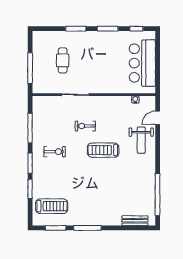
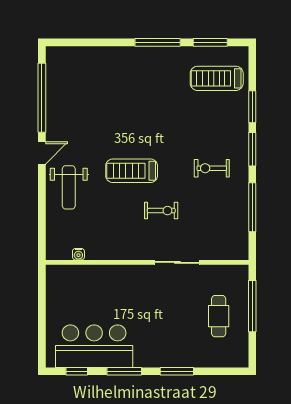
cafe table: (63, 60) -> (219, 316), moved
bar counter: (142, 63) -> (94, 346), moved, turned -90
door: (158, 118) -> (42, 153), moved
weight bench: (141, 140) -> (69, 187), turned 180
treadmill: (103, 150) -> (132, 171), turned 180
bench: (135, 221) -> (79, 54), removed

